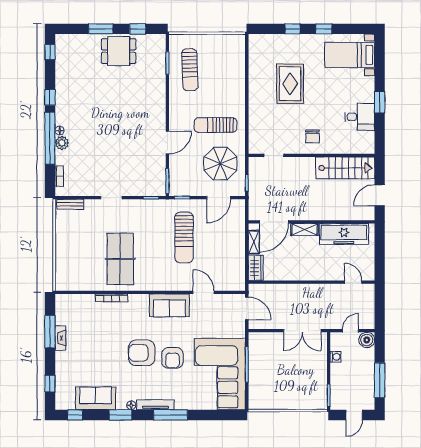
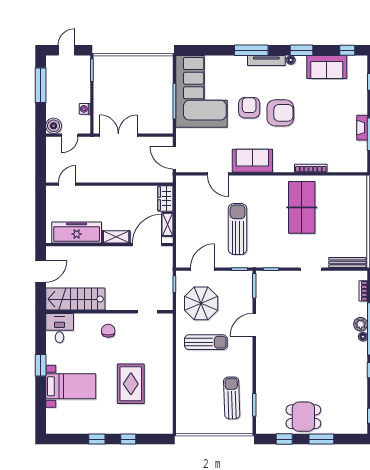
bed with nightstands: (350, 55) -> (71, 386), moved
desk: (360, 117) -> (60, 328), moved, turned 90
bench: (70, 204) -> (347, 262), width x1.36
door: (353, 282) -> (67, 184), swing flipped

